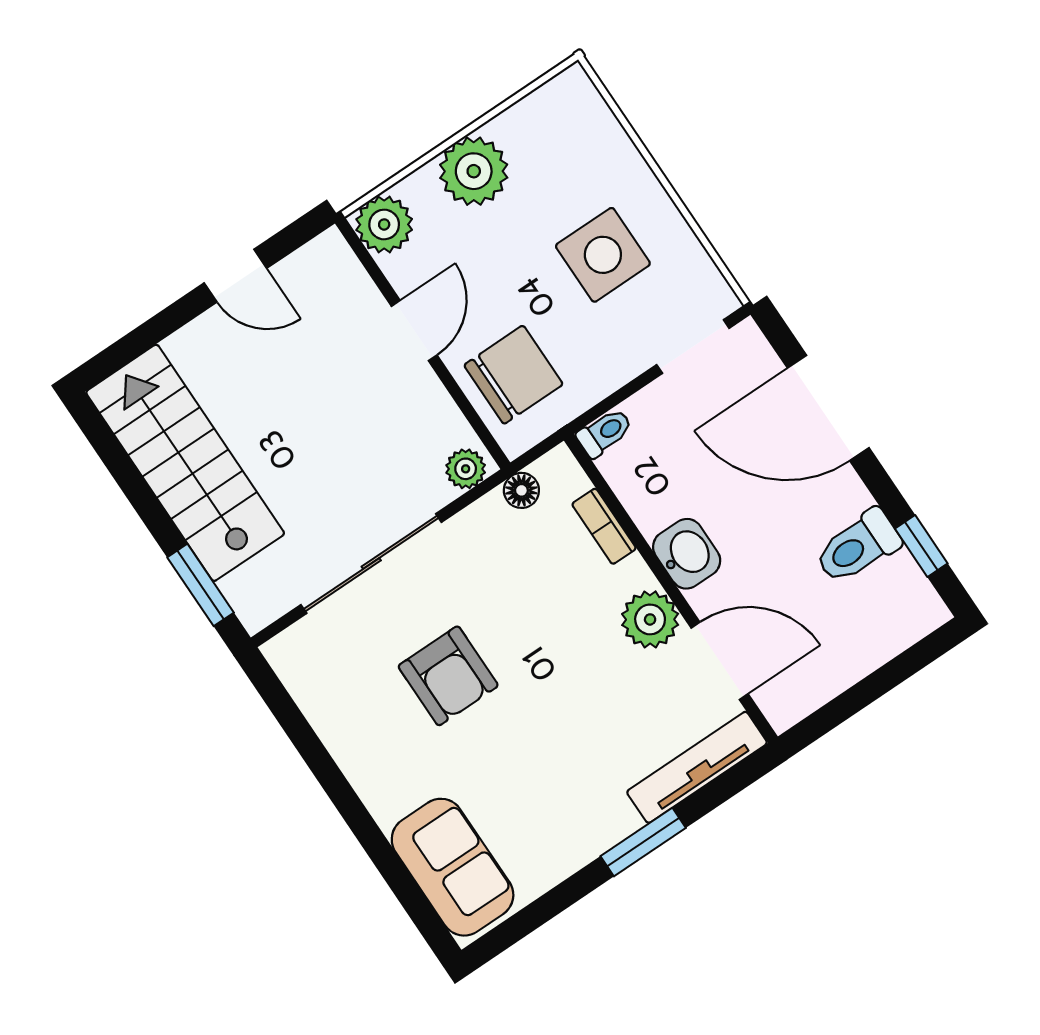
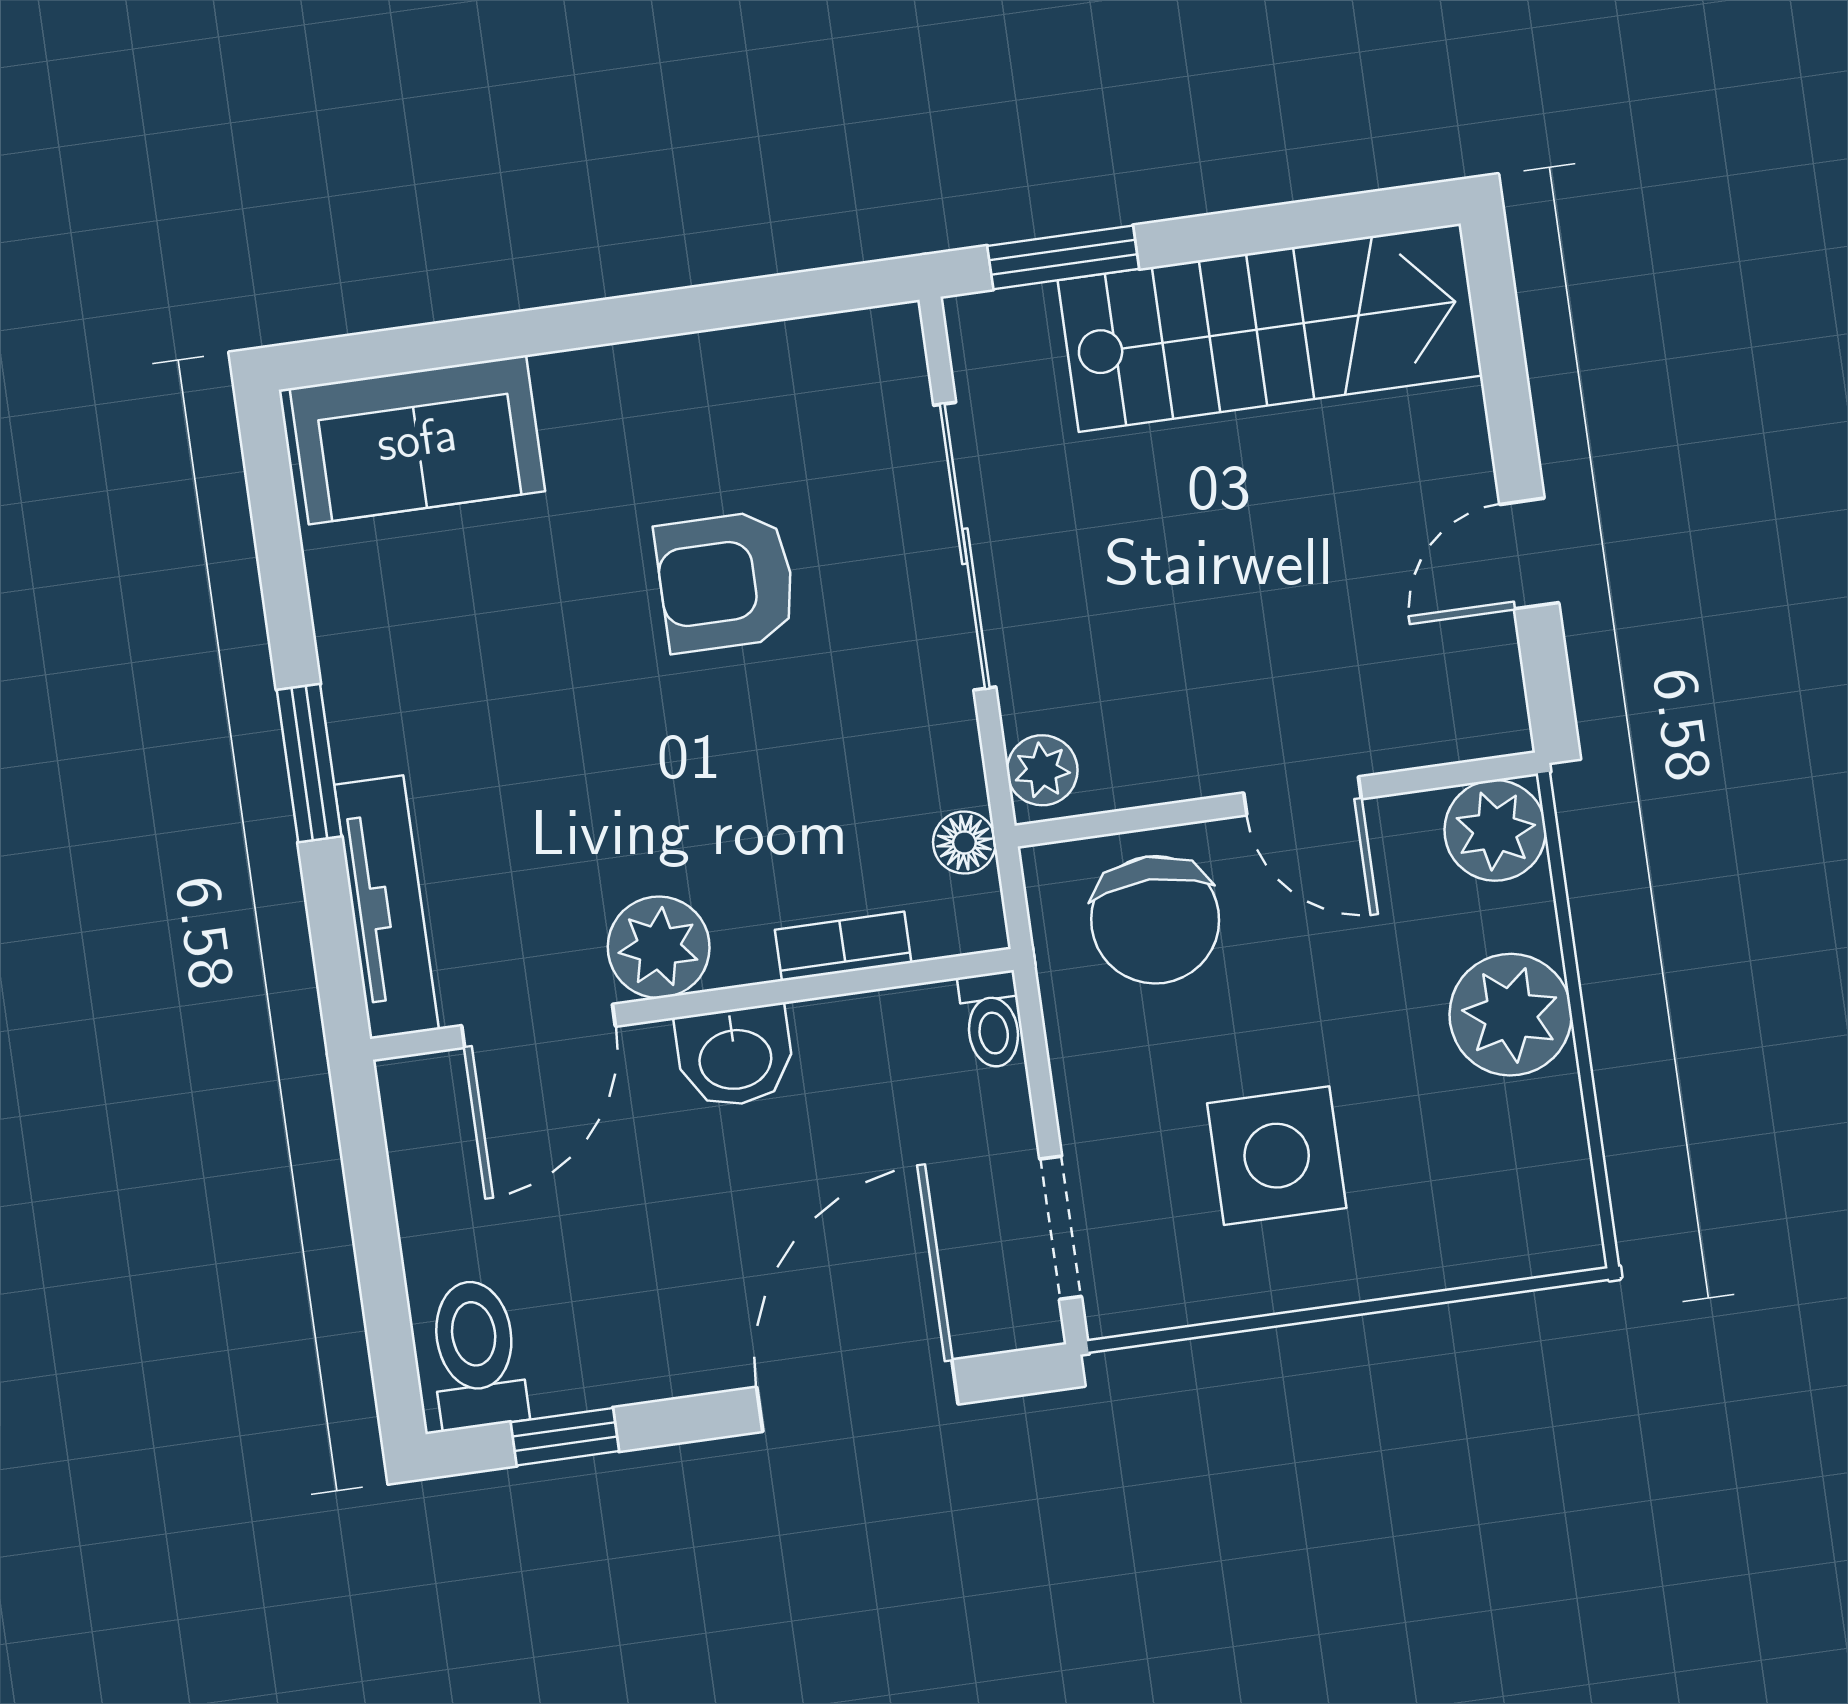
toilet: (858, 547) -> (476, 1354), moved

